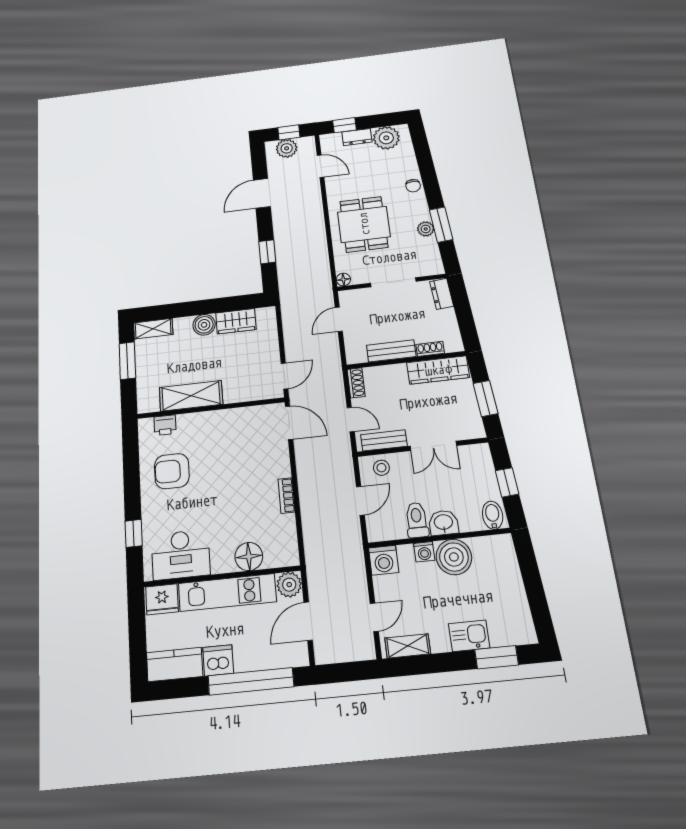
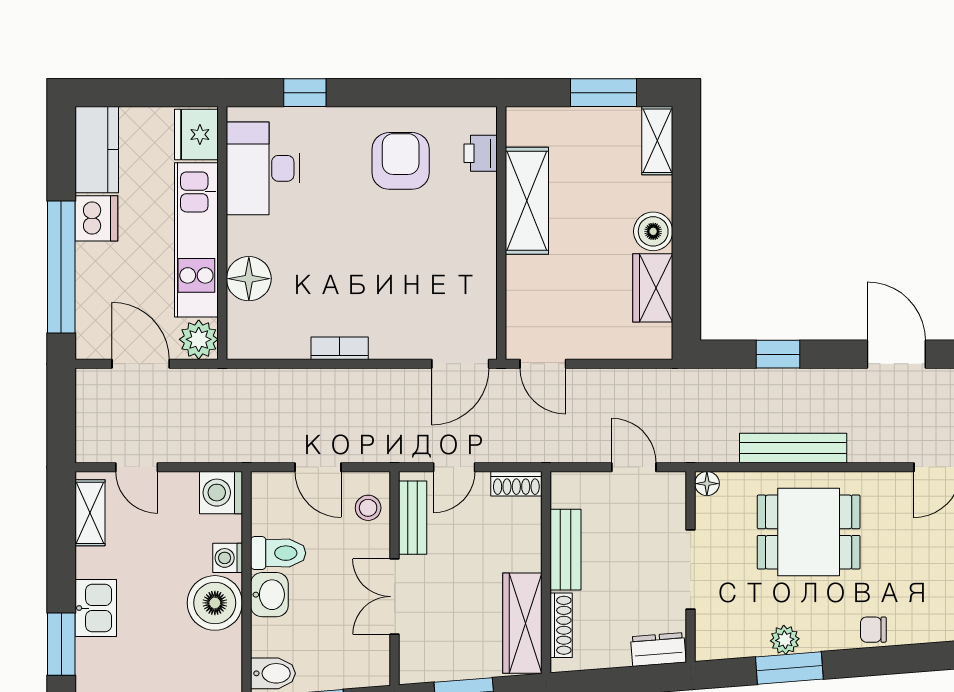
bench: (318, 238) -> (793, 448), added
shoe rack: (430, 349) -> (561, 625), width x1.43

